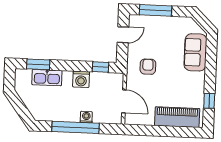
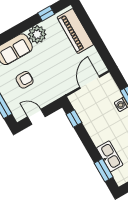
armchair: (148, 67) -> (25, 80), moved, turned 180
washing machine: (81, 79) -> (94, 128), removed
plant: (196, 81) -> (37, 34), added

